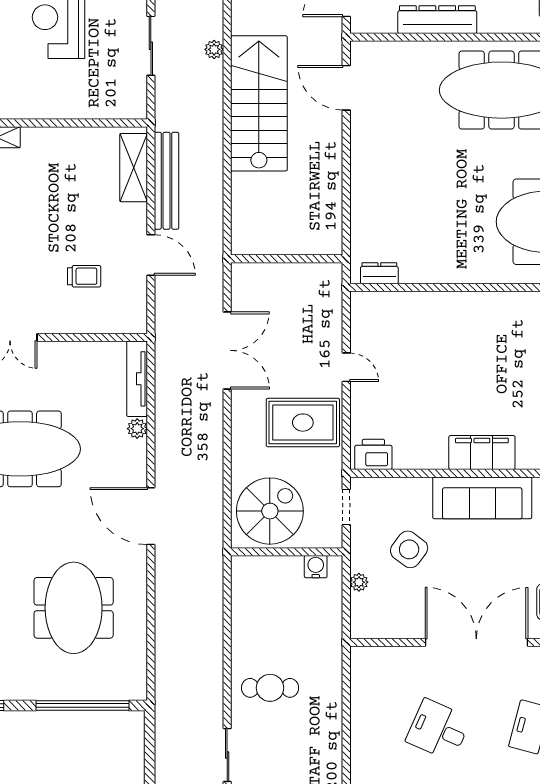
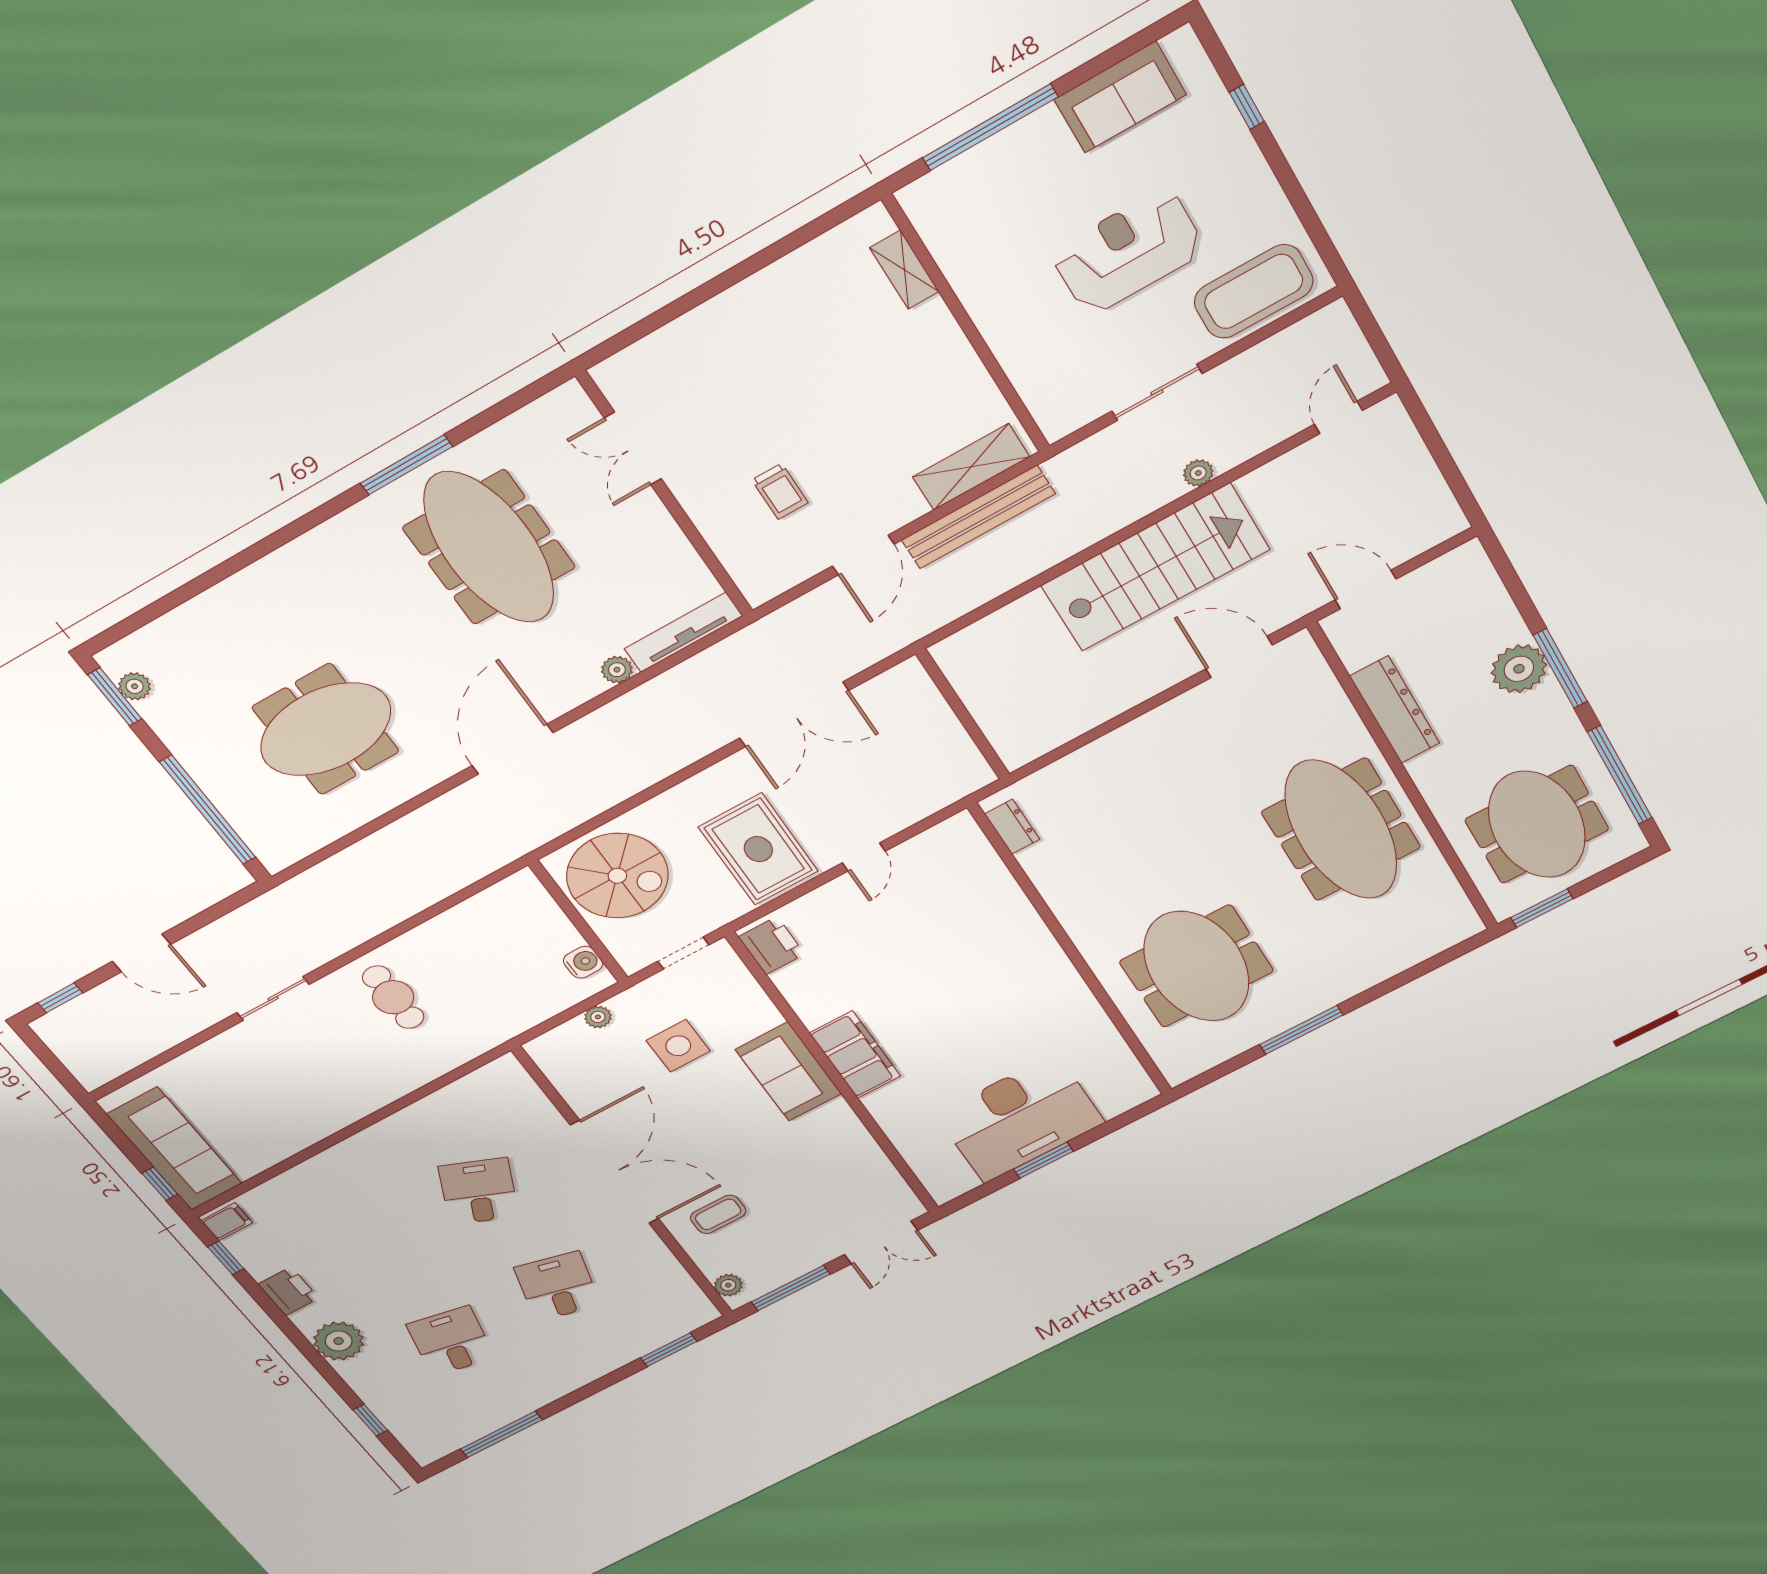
door: (346, 88) -> (1239, 657), hinge flipped
sofa: (482, 498) -> (788, 1072), width x0.73
side table: (409, 549) -> (678, 1046), turned -37

